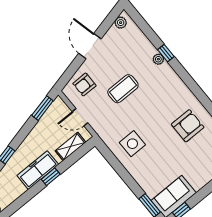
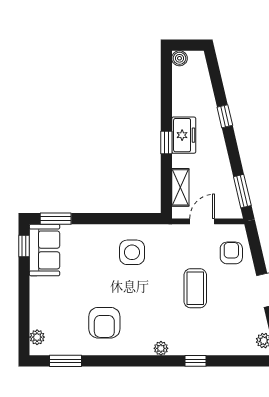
plant: (158, 59) -> (161, 348), moved
freezer: (38, 170) -> (184, 135), width x0.71

